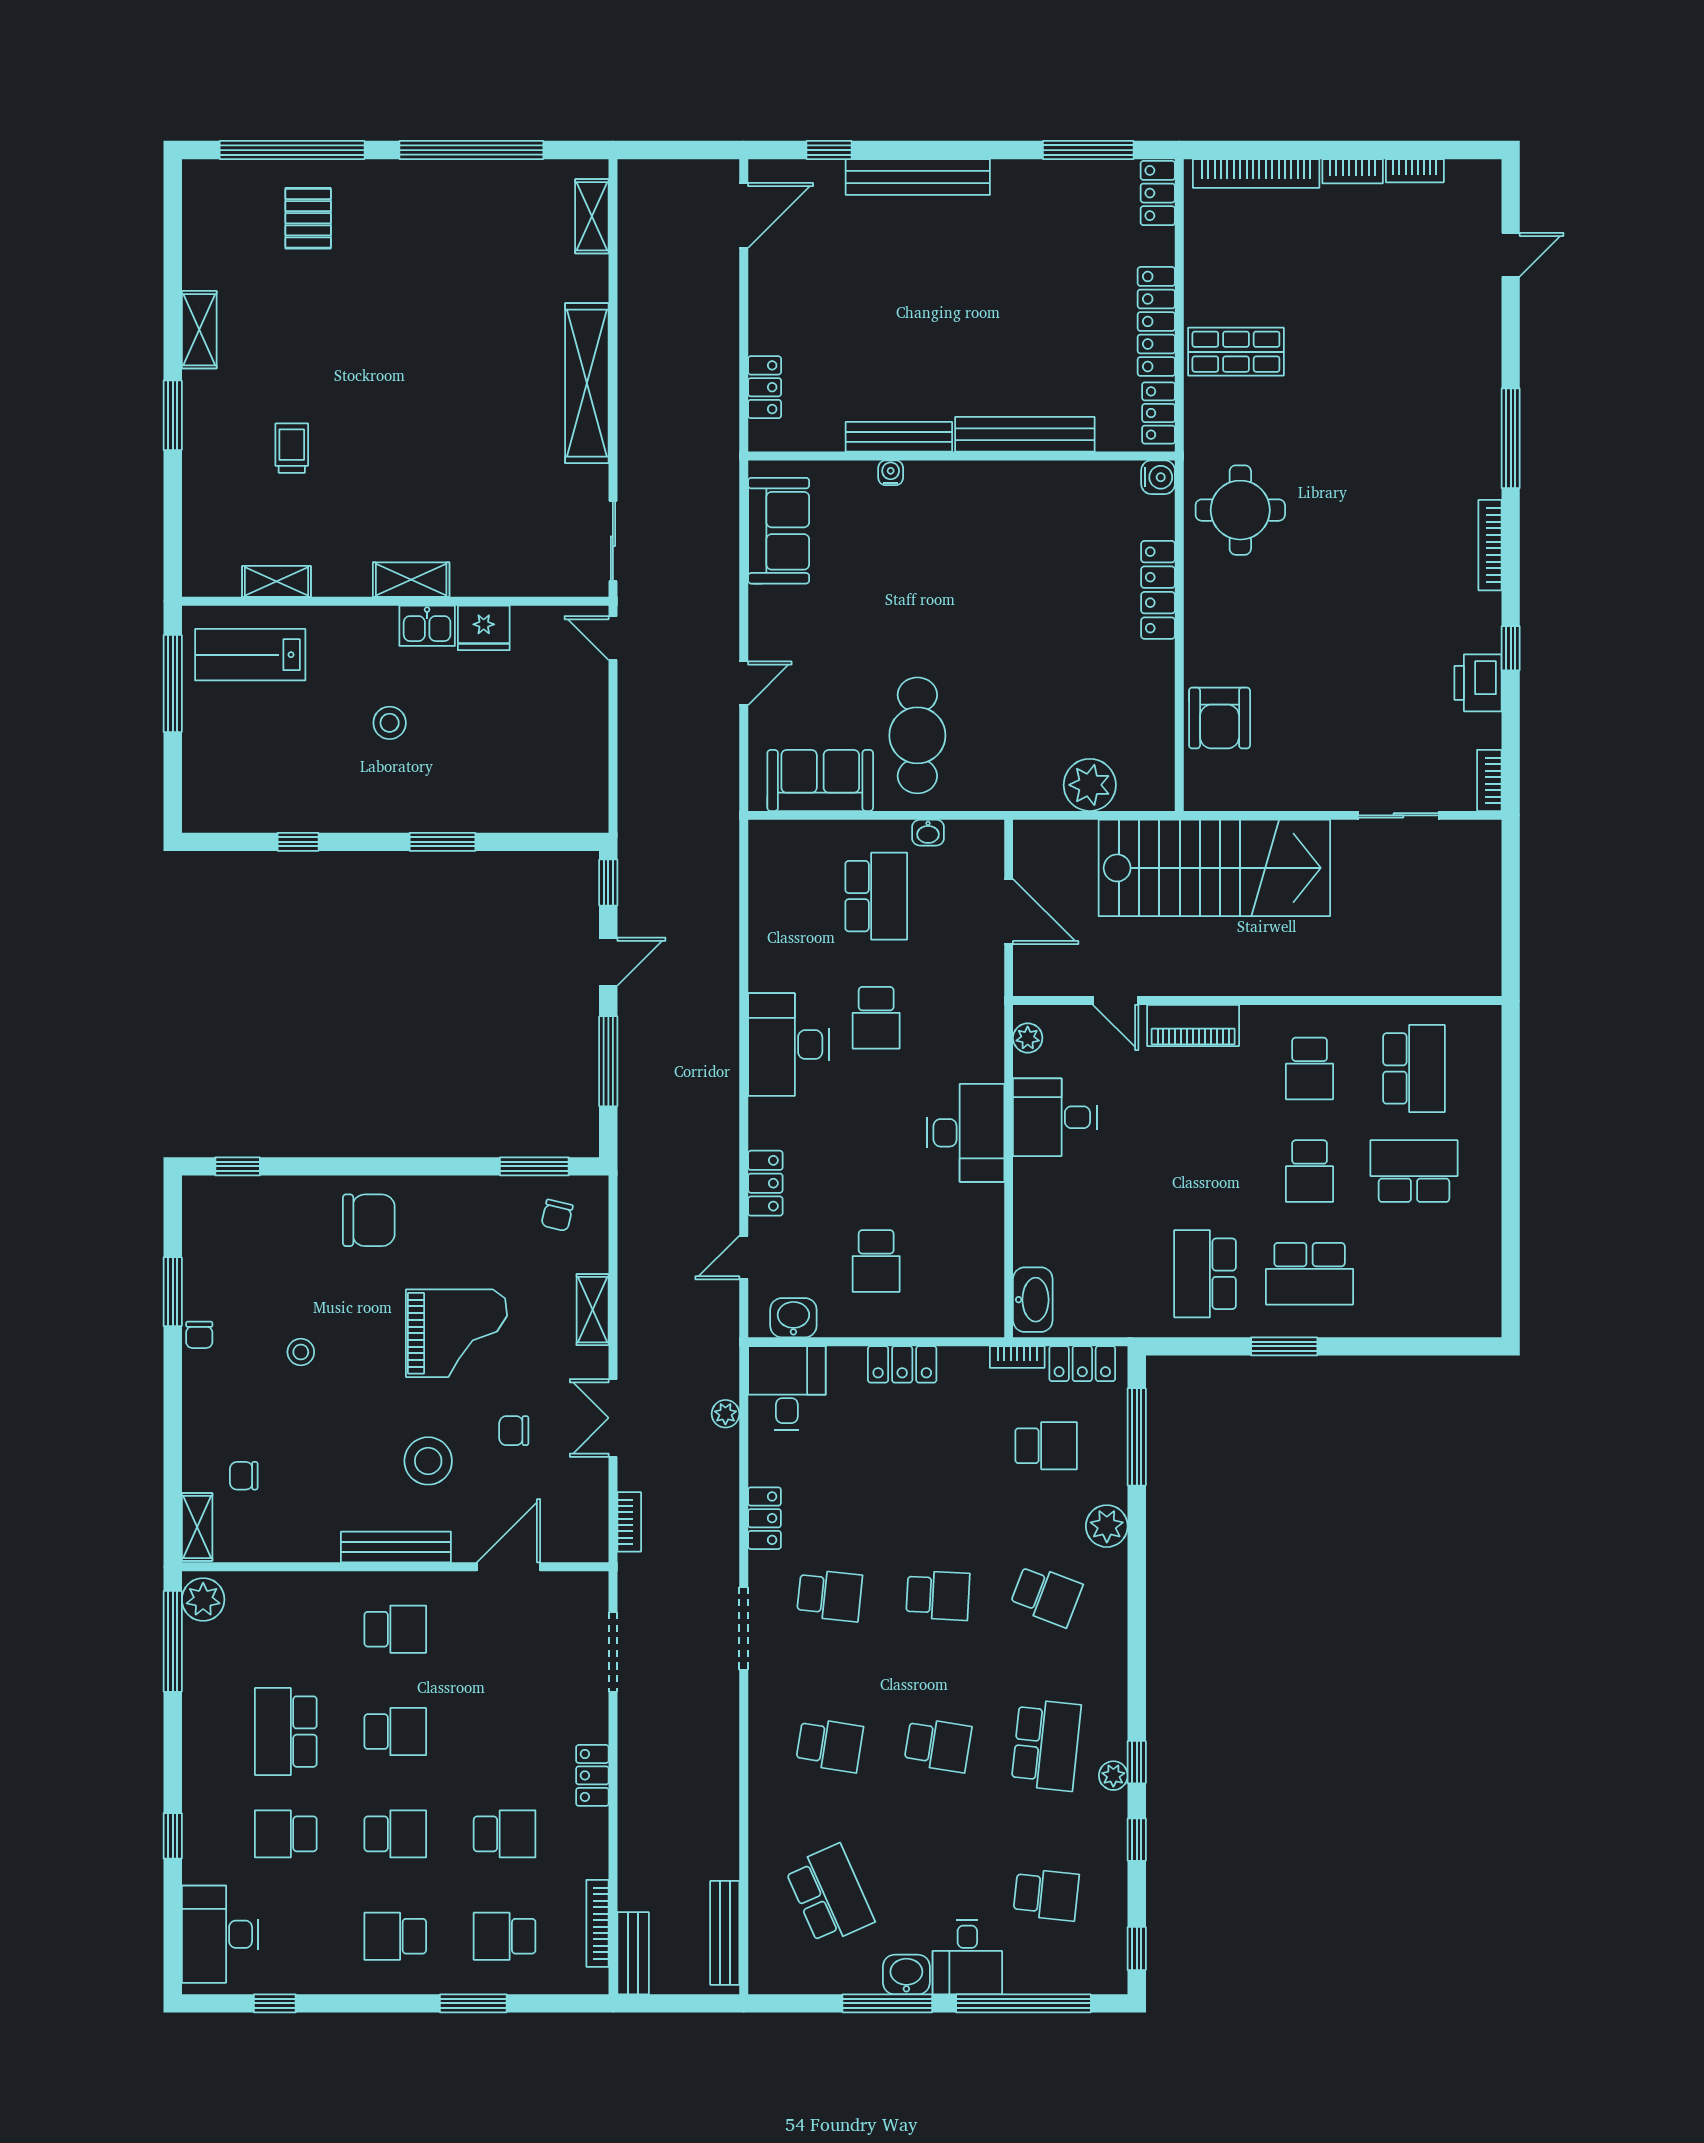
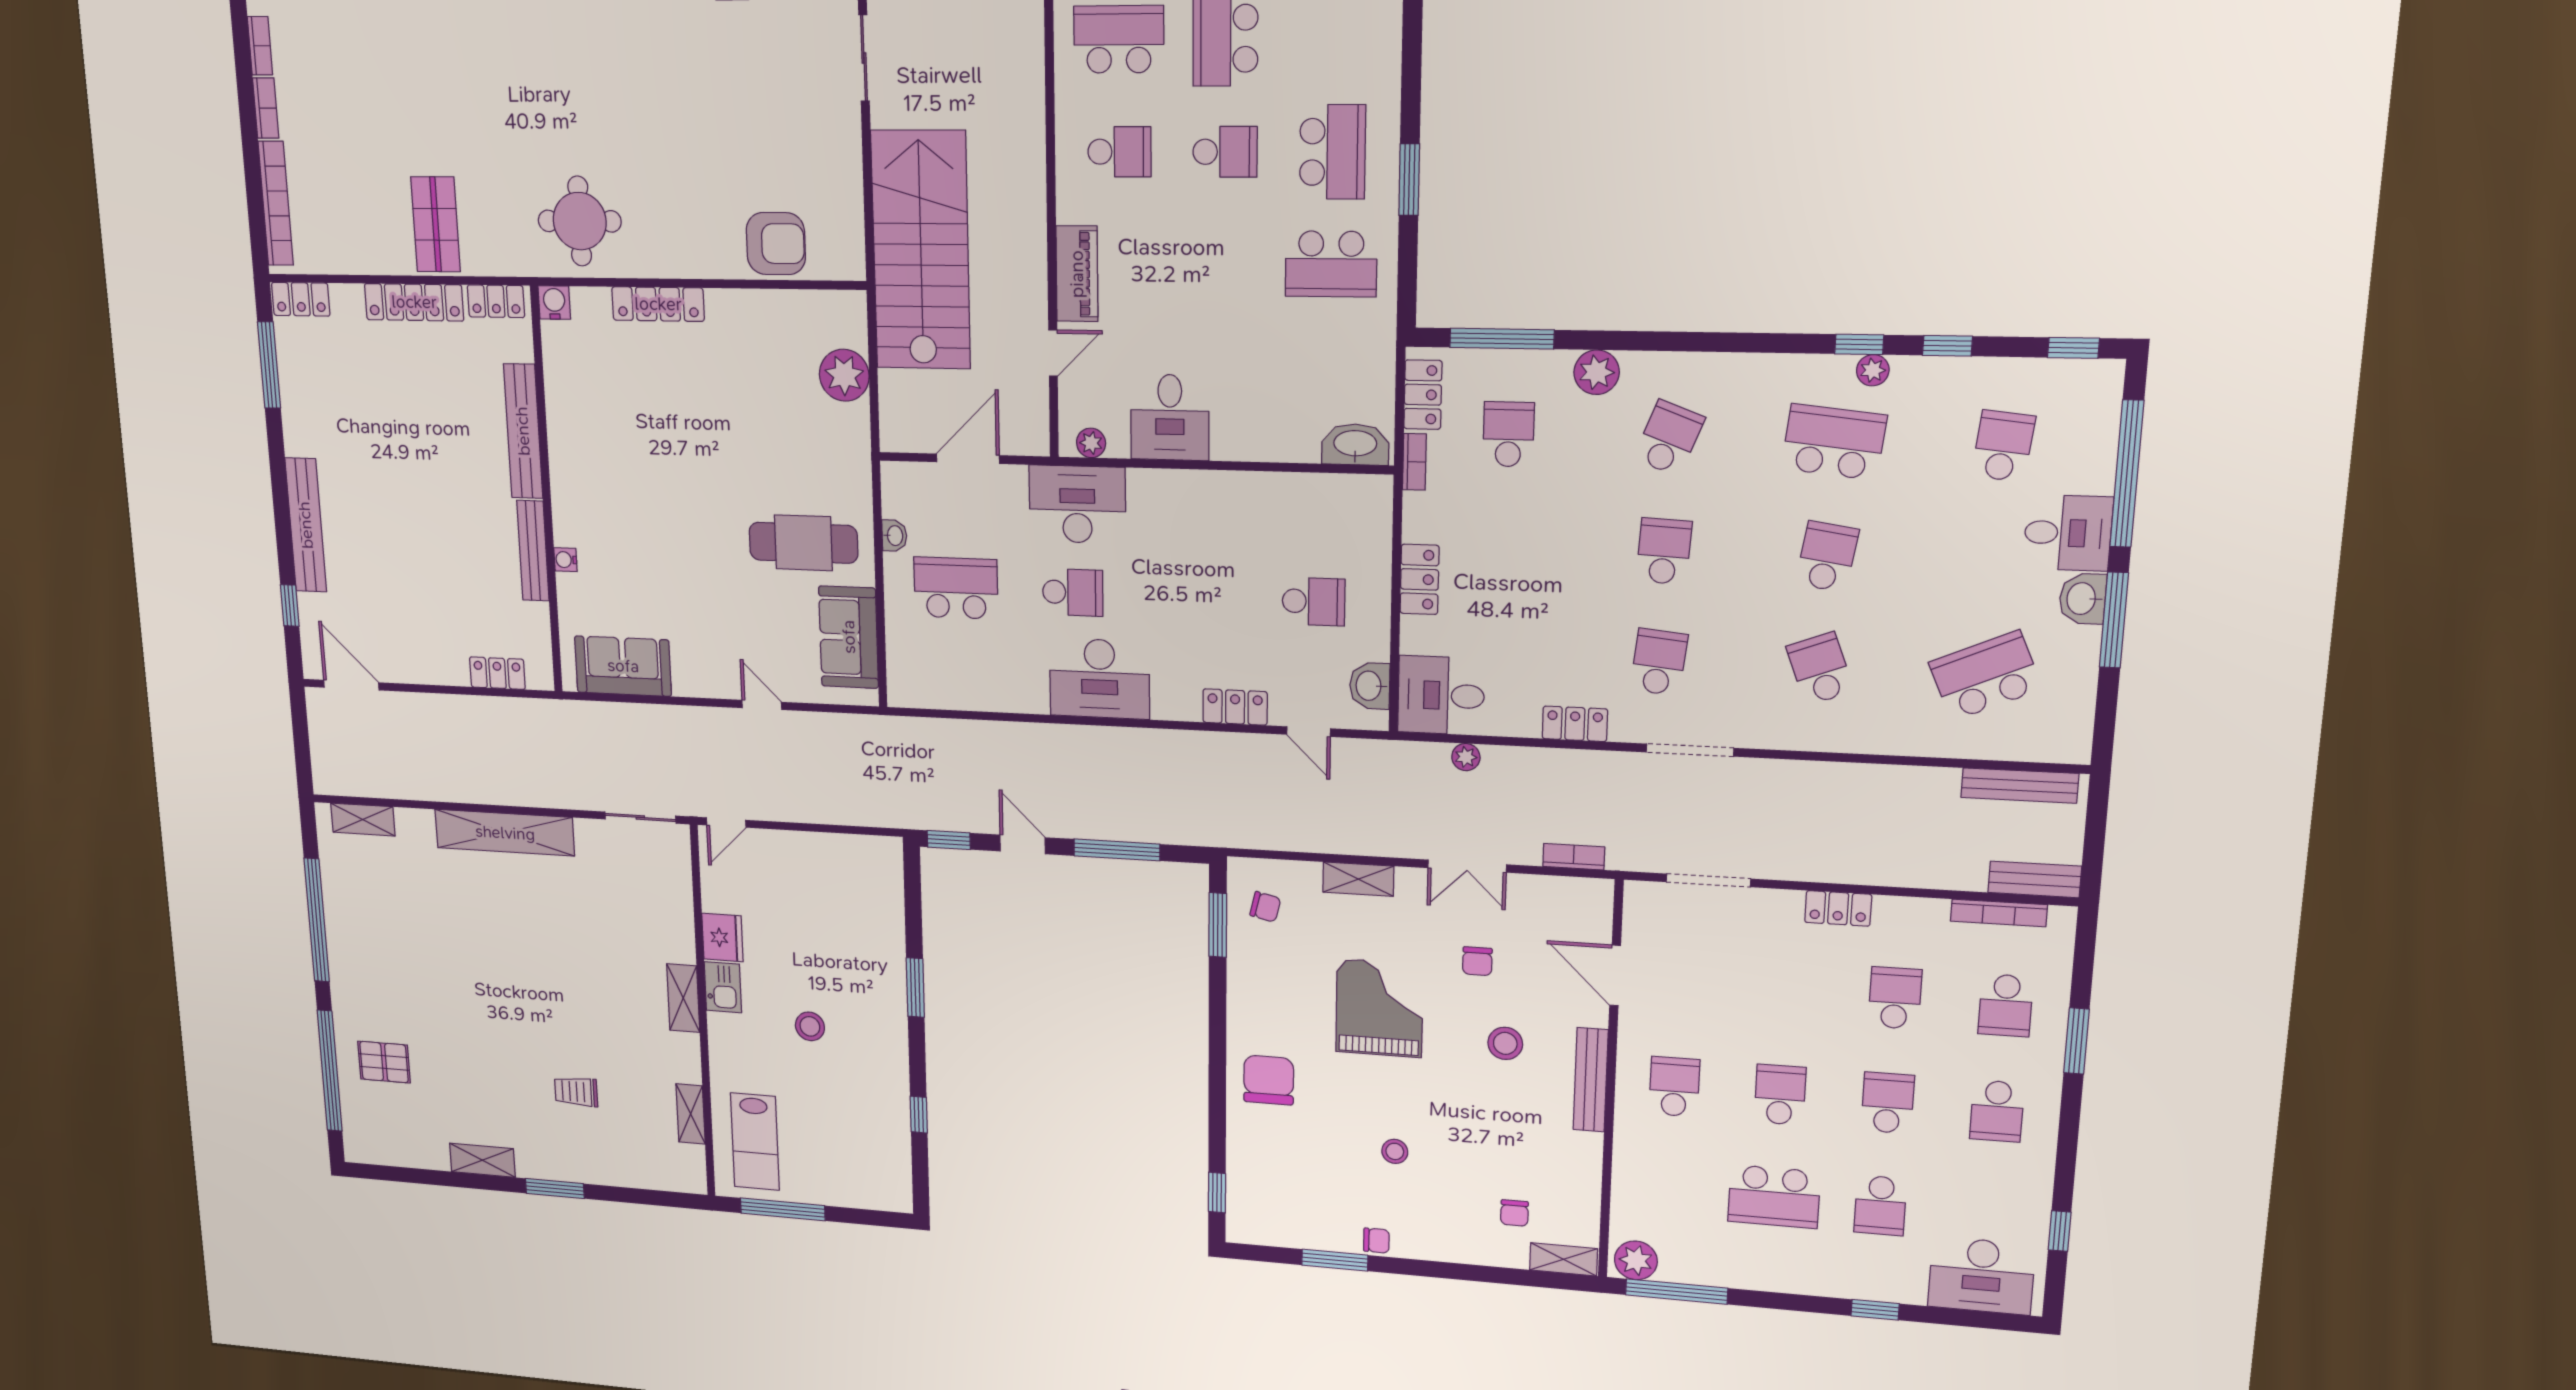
desk: (966, 1133) -> (1077, 504), moved
stool: (428, 1461) -> (1505, 1043), width x0.73, depth x0.73
school desk: (830, 1745) -> (1820, 669), turned -30

